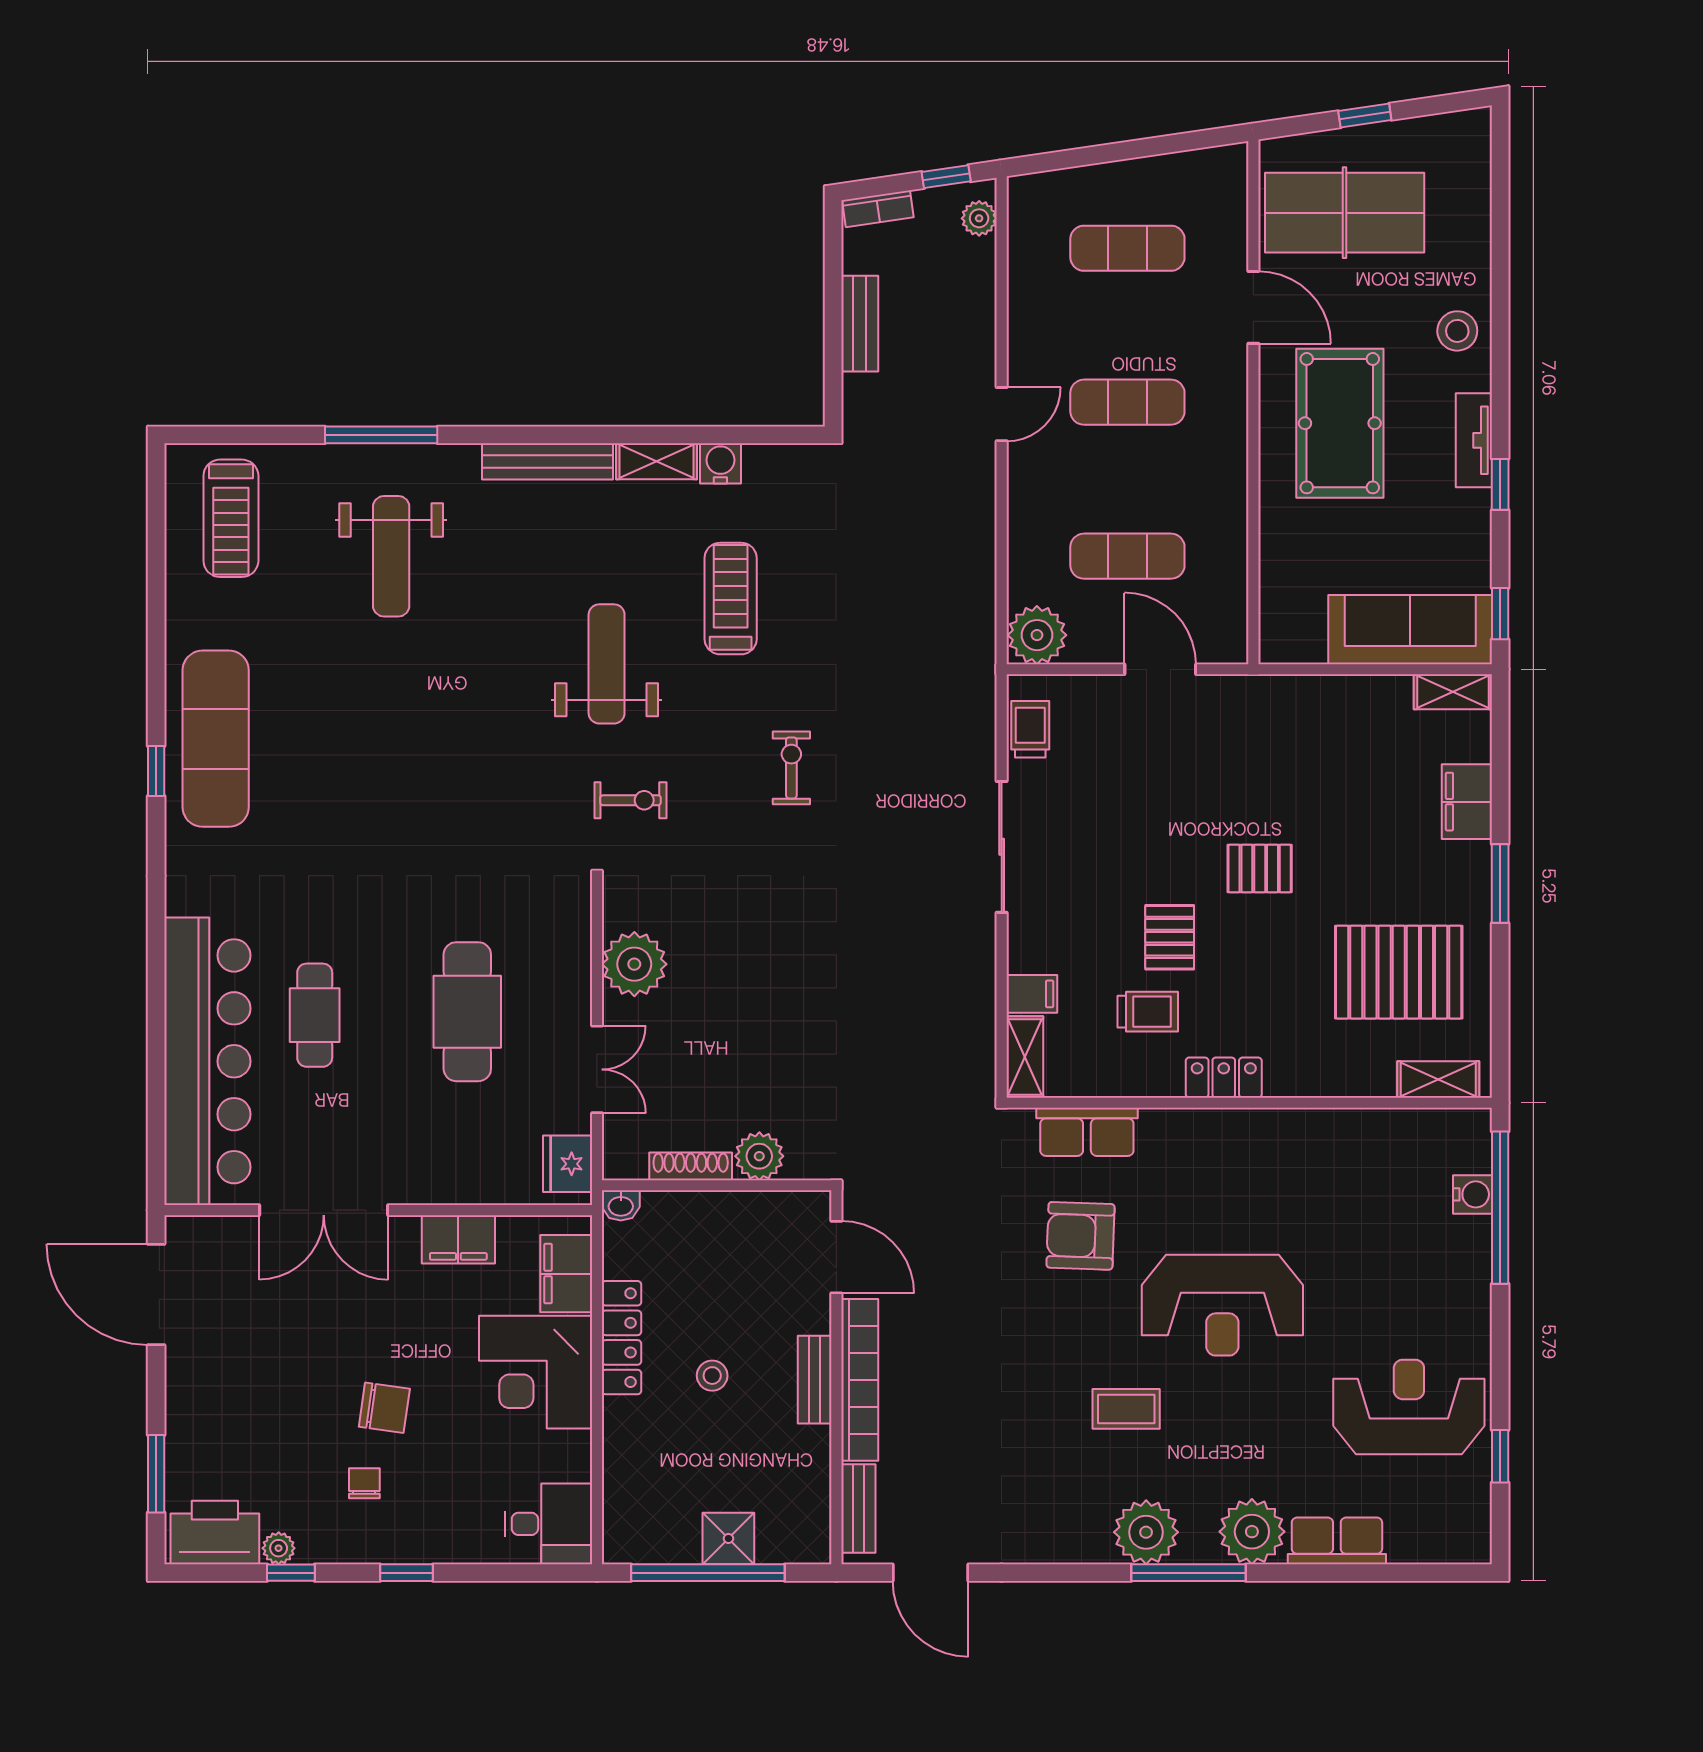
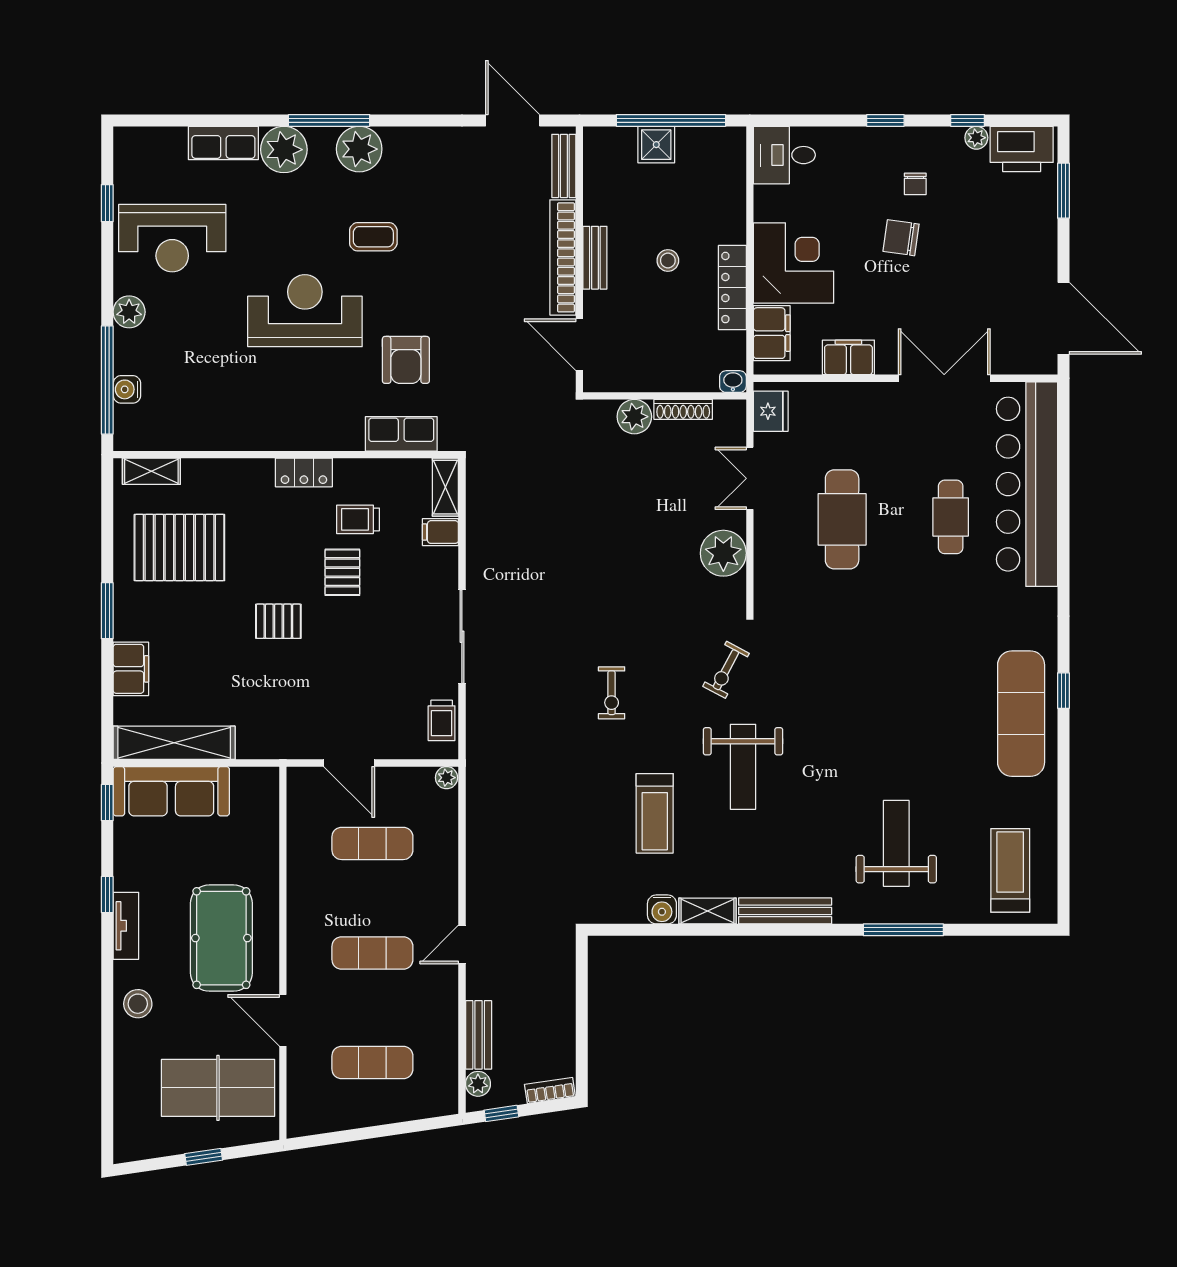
bench: (860, 324) -> (479, 1035), moved
plant: (1037, 635) -> (447, 778), width x0.53, depth x0.53
shelving: (1453, 692) -> (174, 743), width x2.20, depth x1.33
exercise bike: (630, 800) -> (726, 670), turned -62
armchair: (1080, 1236) -> (406, 360), turned 88
plant: (1470, 1303) -> (129, 312), added

